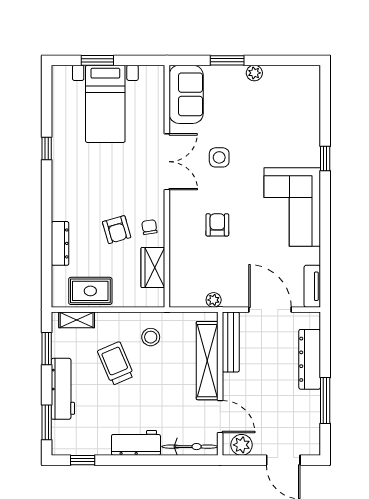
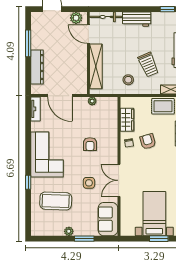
coffee table: (277, 126) -> (56, 201), added
bench: (231, 342) -> (82, 77), removed

